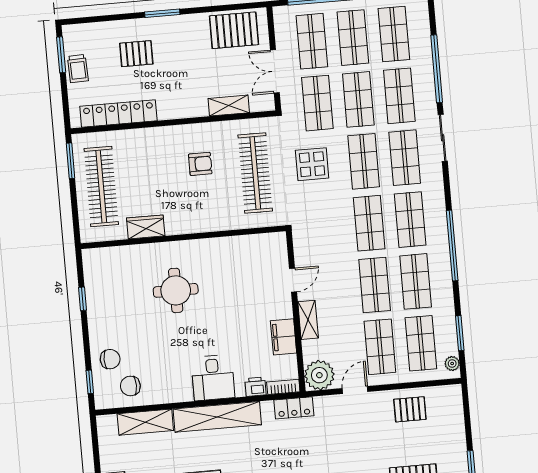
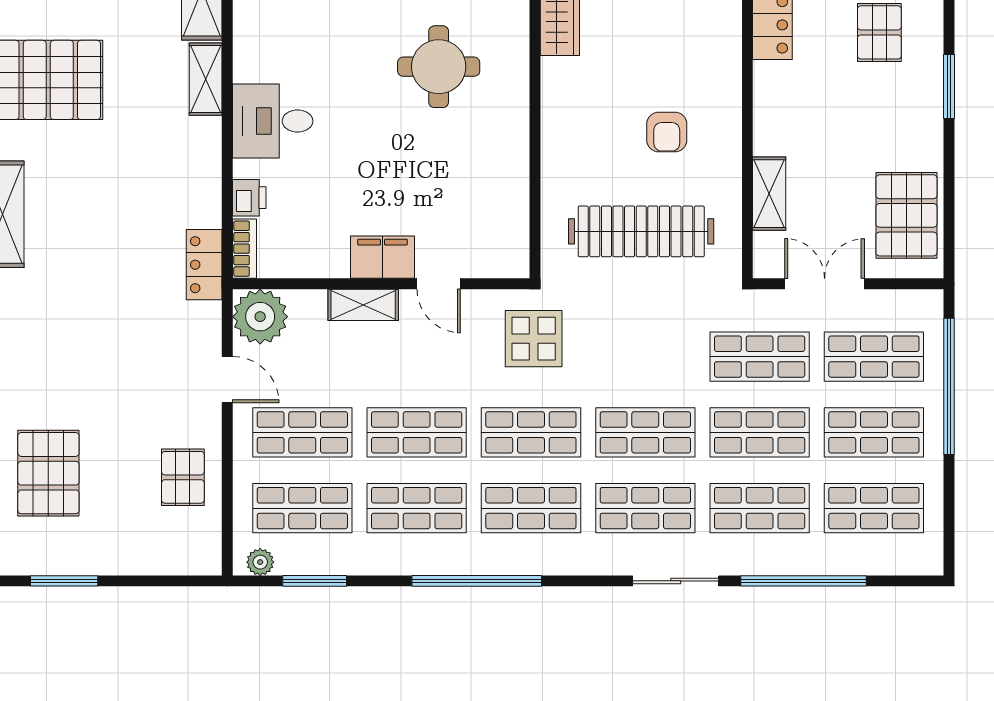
display table: (312, 164) -> (534, 339), moved
filing cabinet: (284, 337) -> (383, 257), moved
shelving: (217, 417) -> (206, 79), width x0.45, depth x0.75

